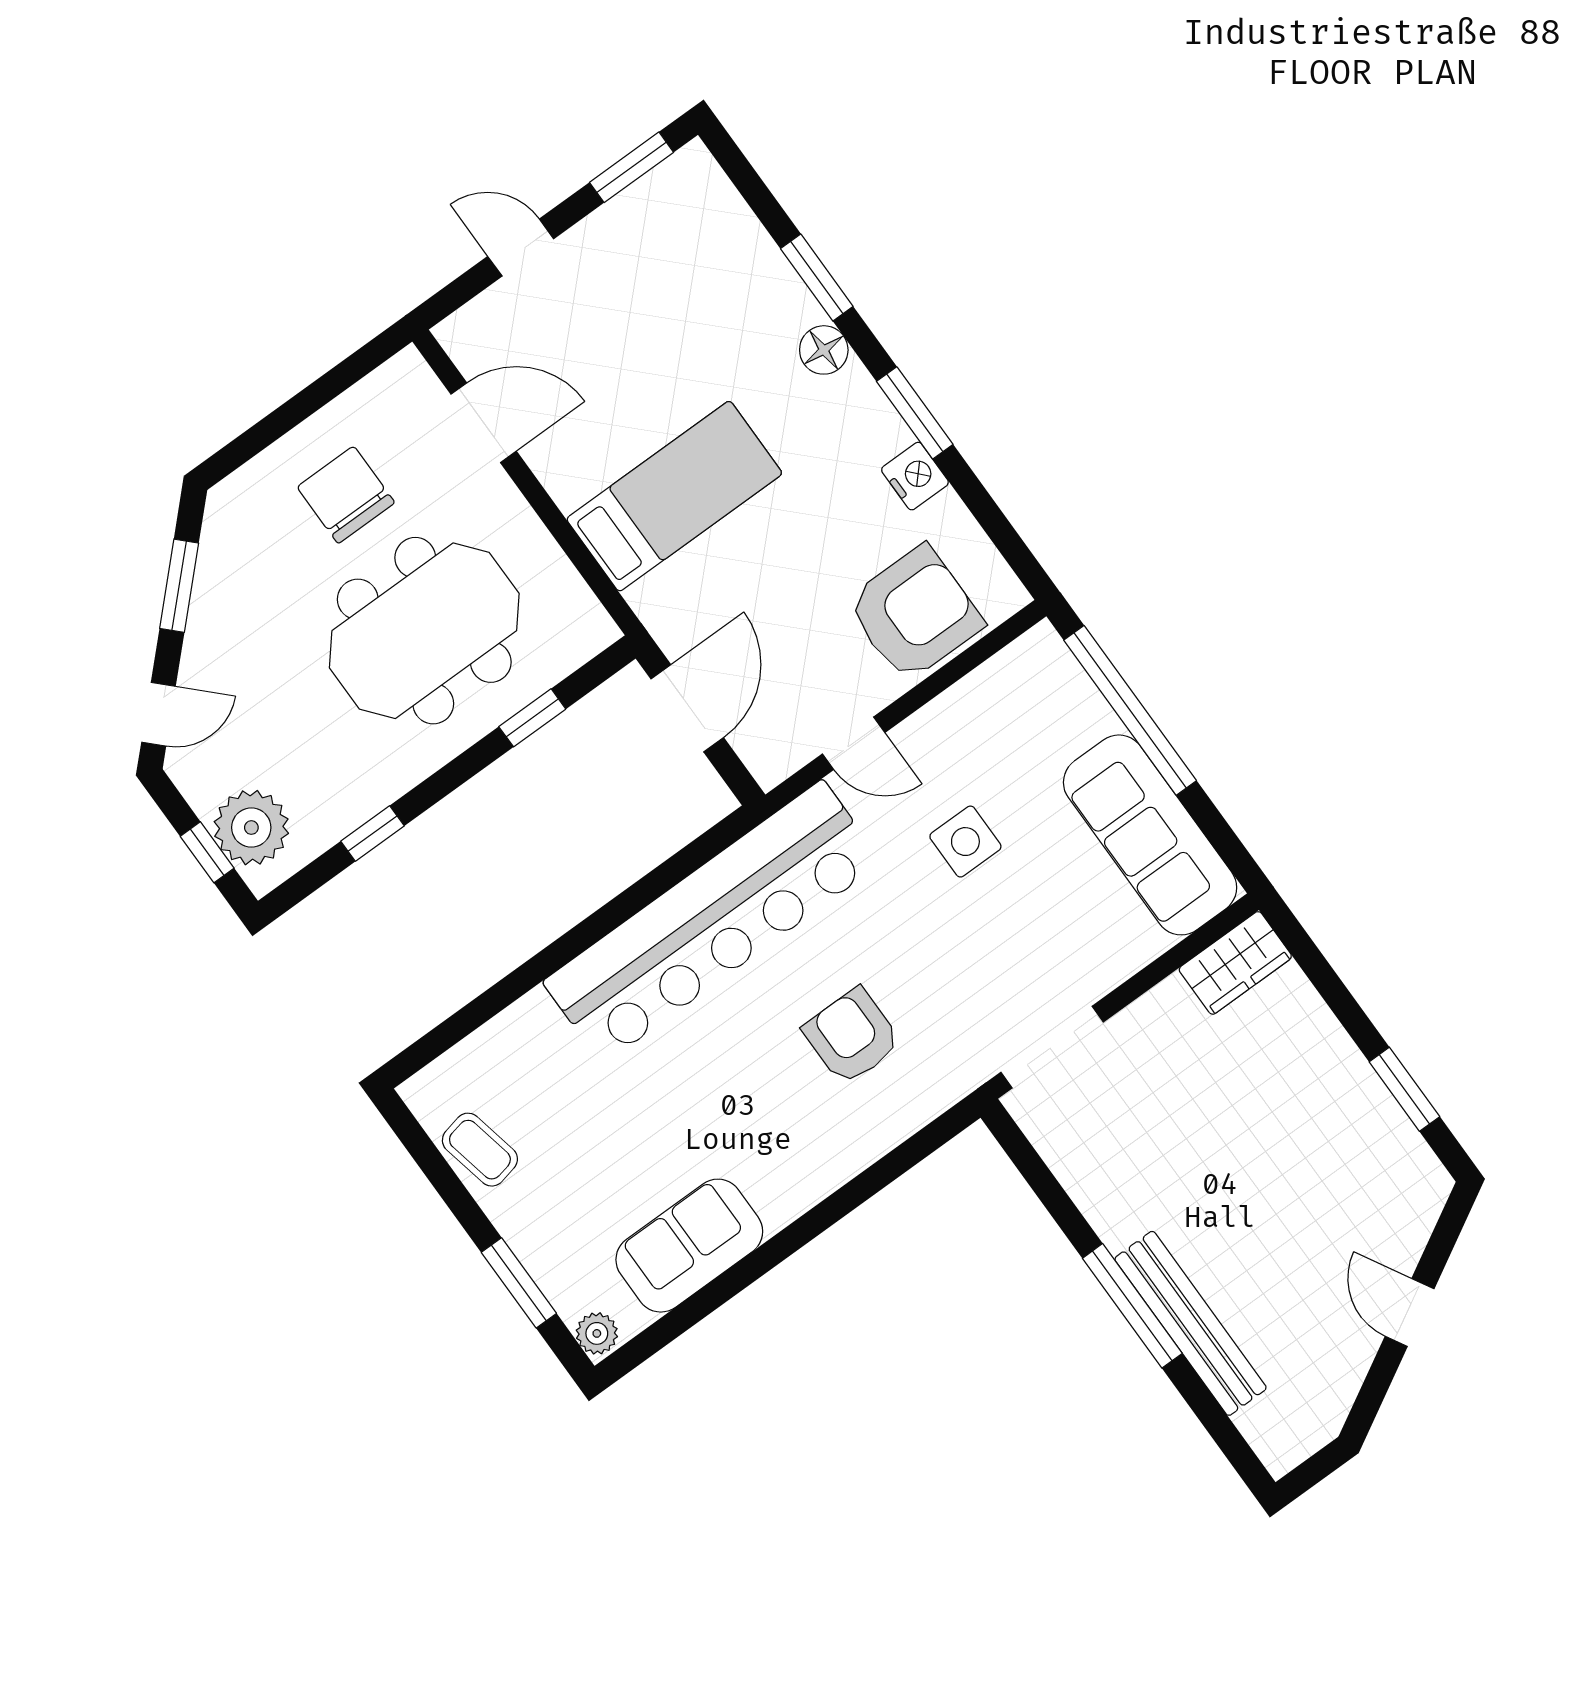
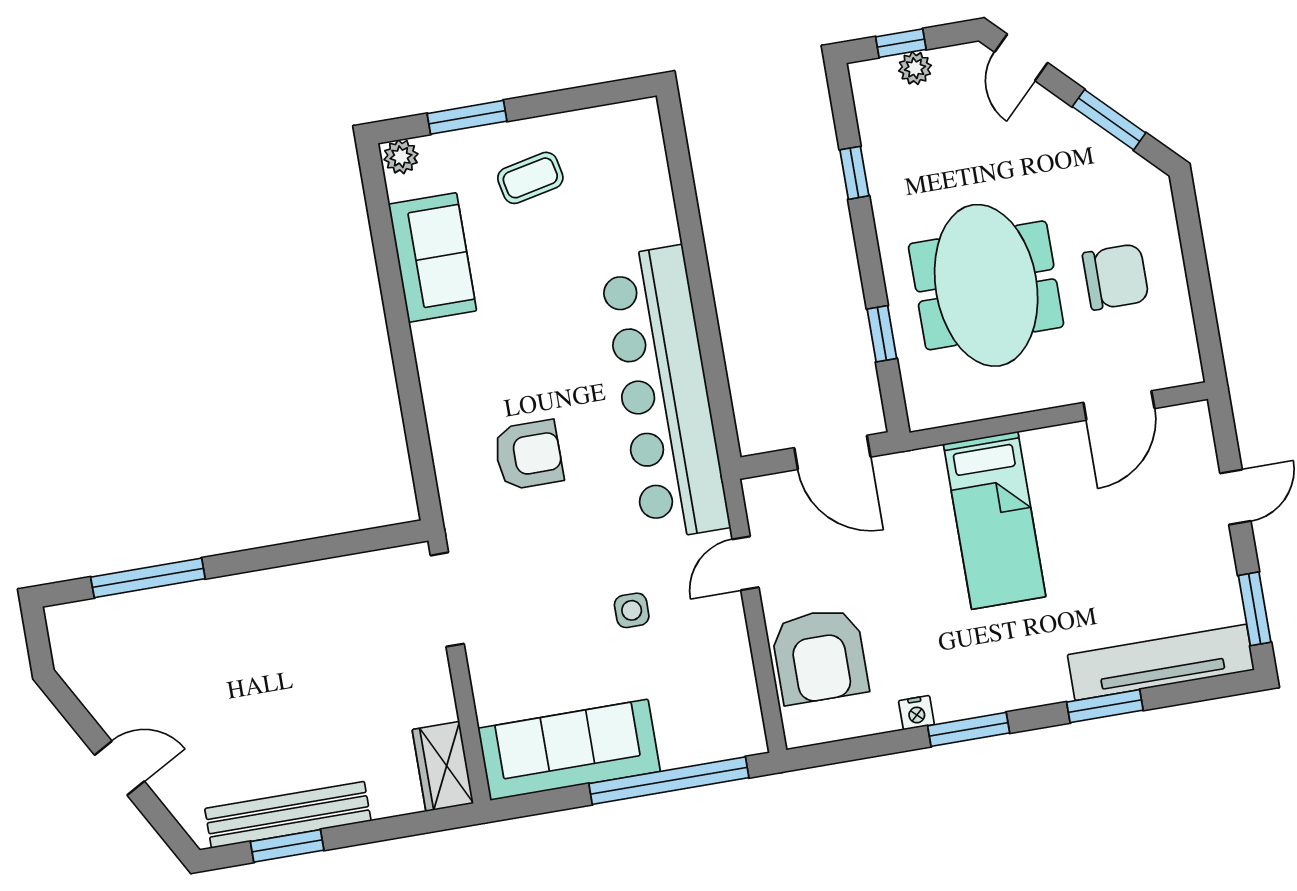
tv unit: (740, 240) -> (1161, 662), added
floor lamp: (824, 350) -> (1049, 685), removed
nightstand: (915, 476) -> (916, 713), width x0.72, depth x0.74
plant: (251, 828) -> (915, 68), width x0.53, depth x0.53
side table: (965, 842) -> (632, 610), width x0.73, depth x0.73
coffee table: (480, 1150) -> (530, 178), moved
window: (1132, 1306) -> (148, 578), moved
bench: (1191, 1323) -> (288, 815), moved

